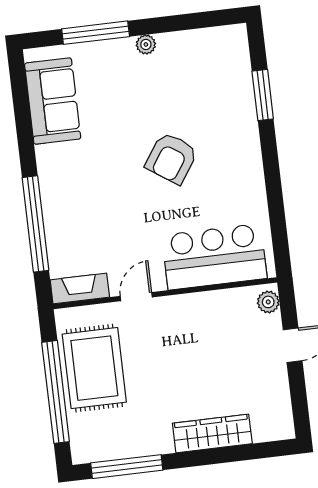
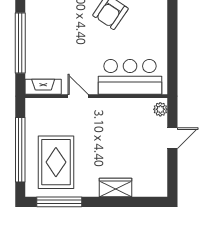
door: (136, 297) -> (78, 96), hinge flipped
rug: (94, 368) -> (56, 162), moved
wardrobe: (212, 433) -> (115, 188), width x0.67

